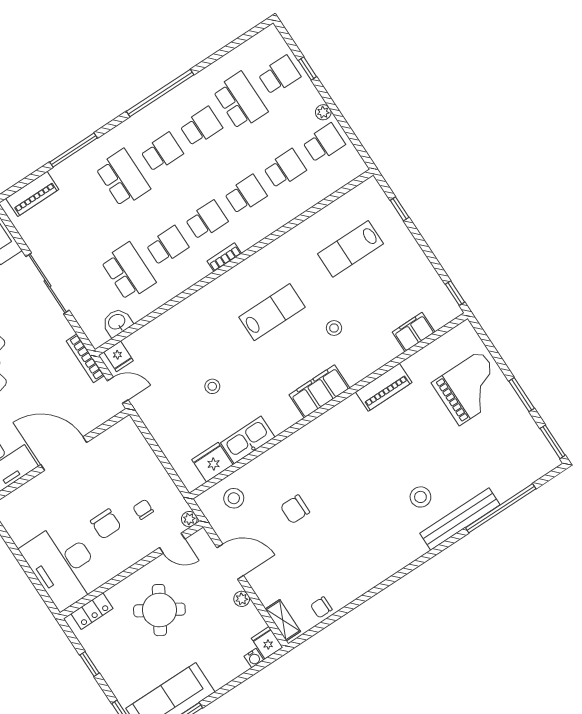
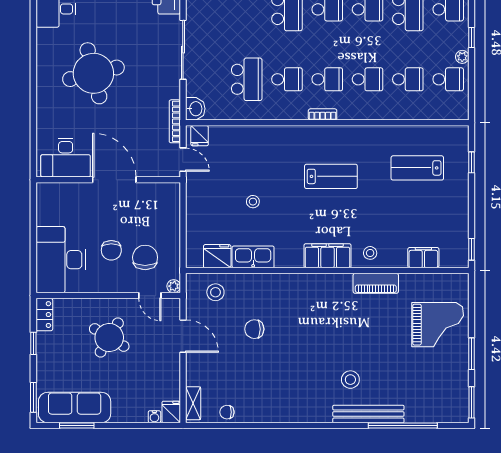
window: (307, 68) -> (472, 38), moved
washbasin: (117, 322) -> (195, 109), moved, turned 90
stool: (334, 328) -> (370, 253), moved
chair: (143, 509) -> (145, 257), width x1.87, depth x1.87
plant: (242, 599) -> (174, 368), removed
locker: (92, 611) -> (44, 315), moved, turned -90

